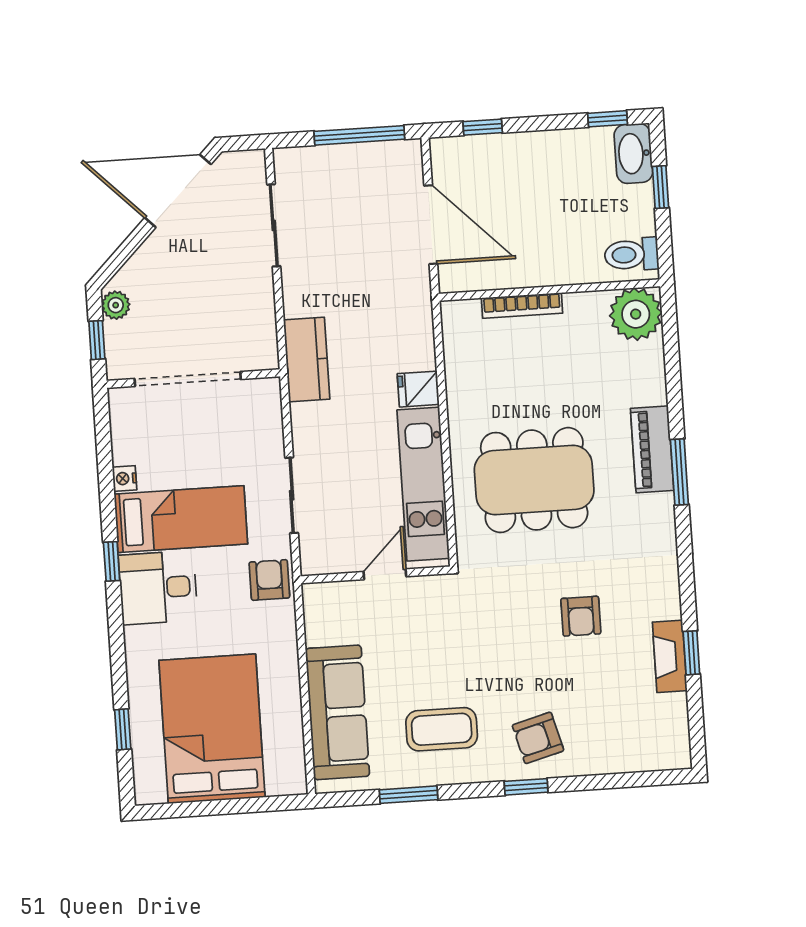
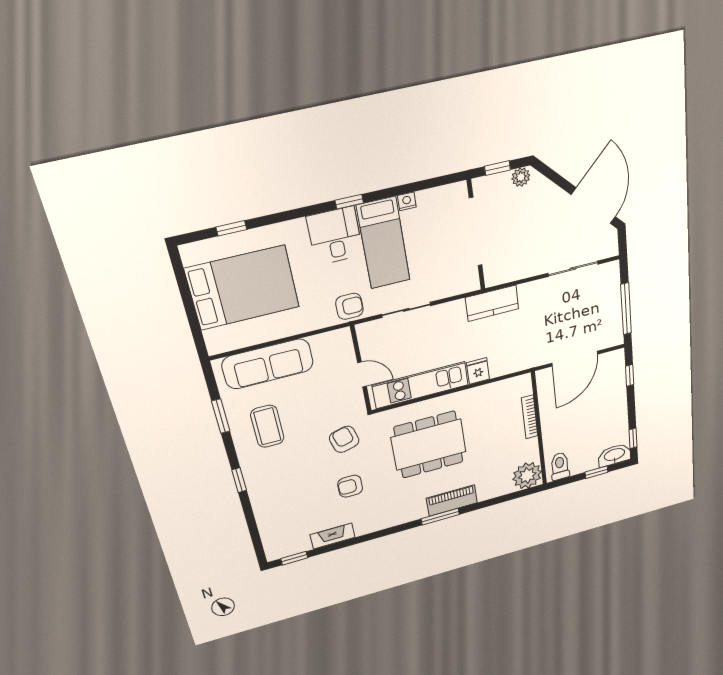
dining table: (534, 480) -> (429, 445), turned 90
window: (691, 653) -> (294, 558), moved
armchair: (538, 738) -> (344, 439), moved

